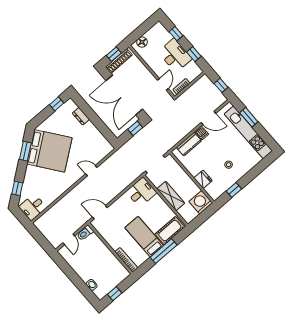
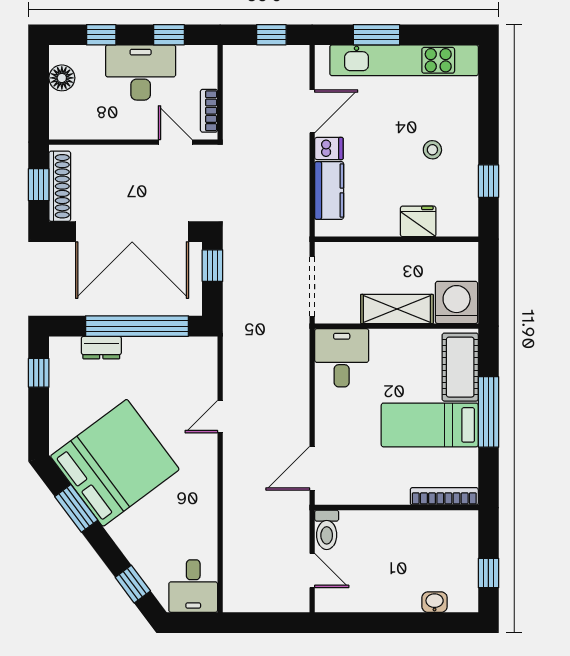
floor lamp: (142, 42) -> (62, 78), moved
window: (97, 121) -> (137, 326), added
washing machine: (201, 202) -> (457, 302), moved, turned 90

